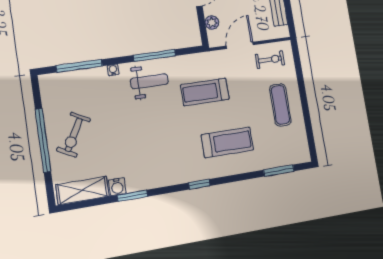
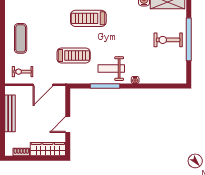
plant: (212, 23) -> (60, 104), removed
window: (79, 66) -> (158, 86), removed
exercise bike: (74, 135) -> (168, 40), turned -119
treadmill: (227, 142) -> (88, 18), moved

